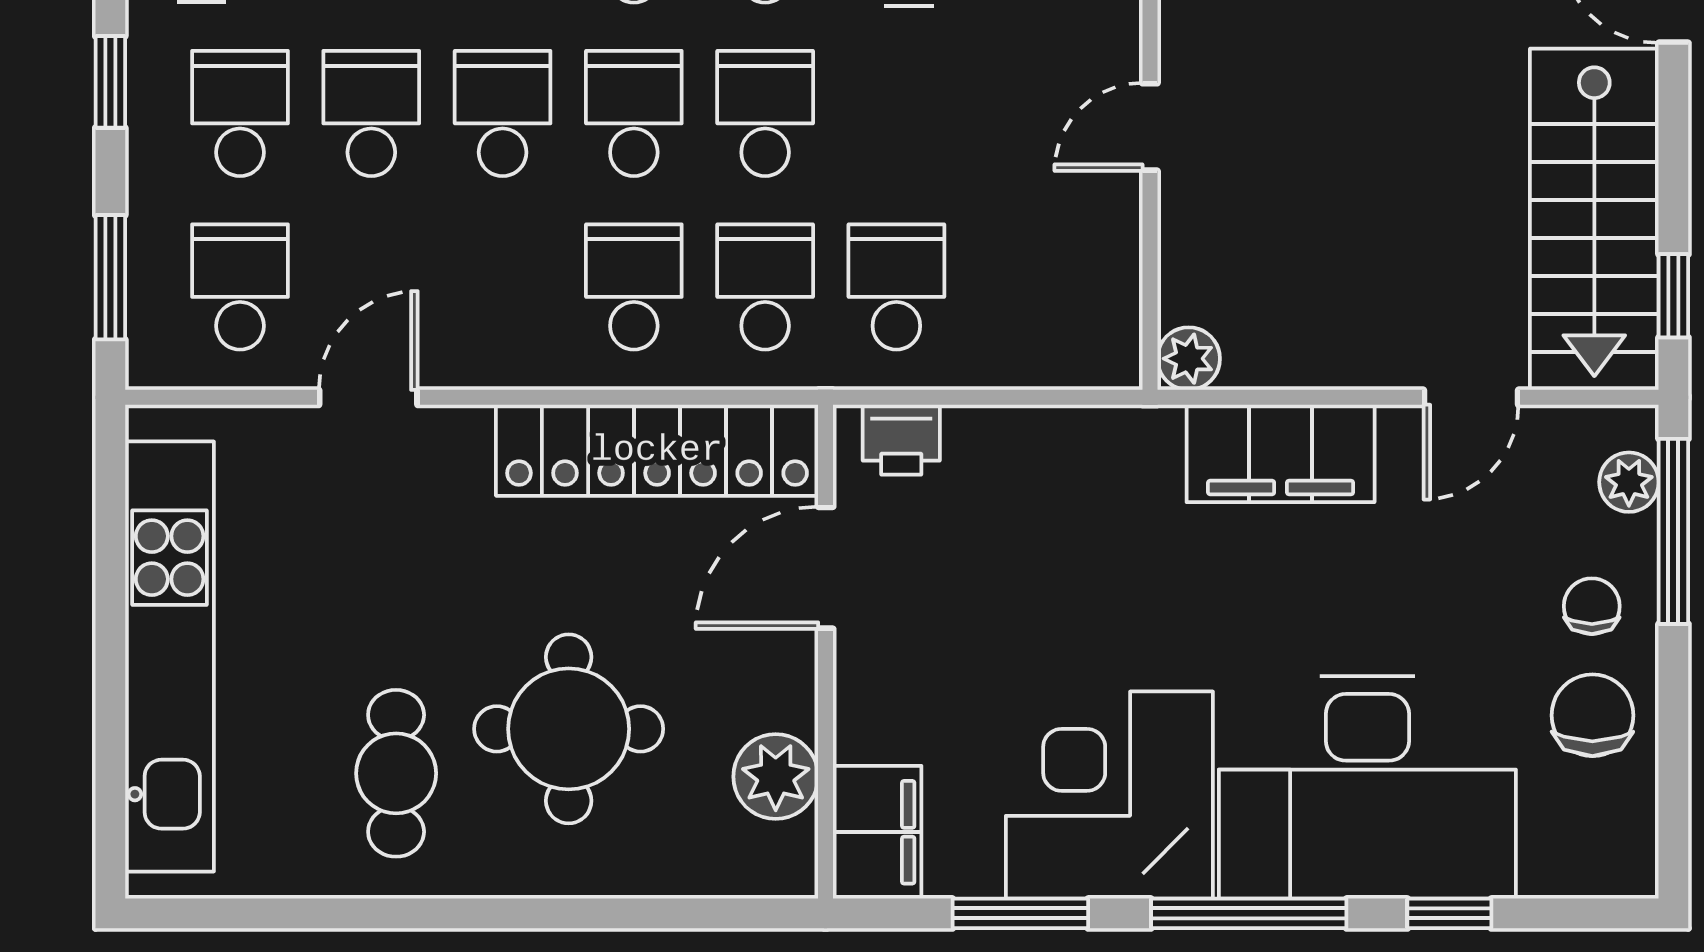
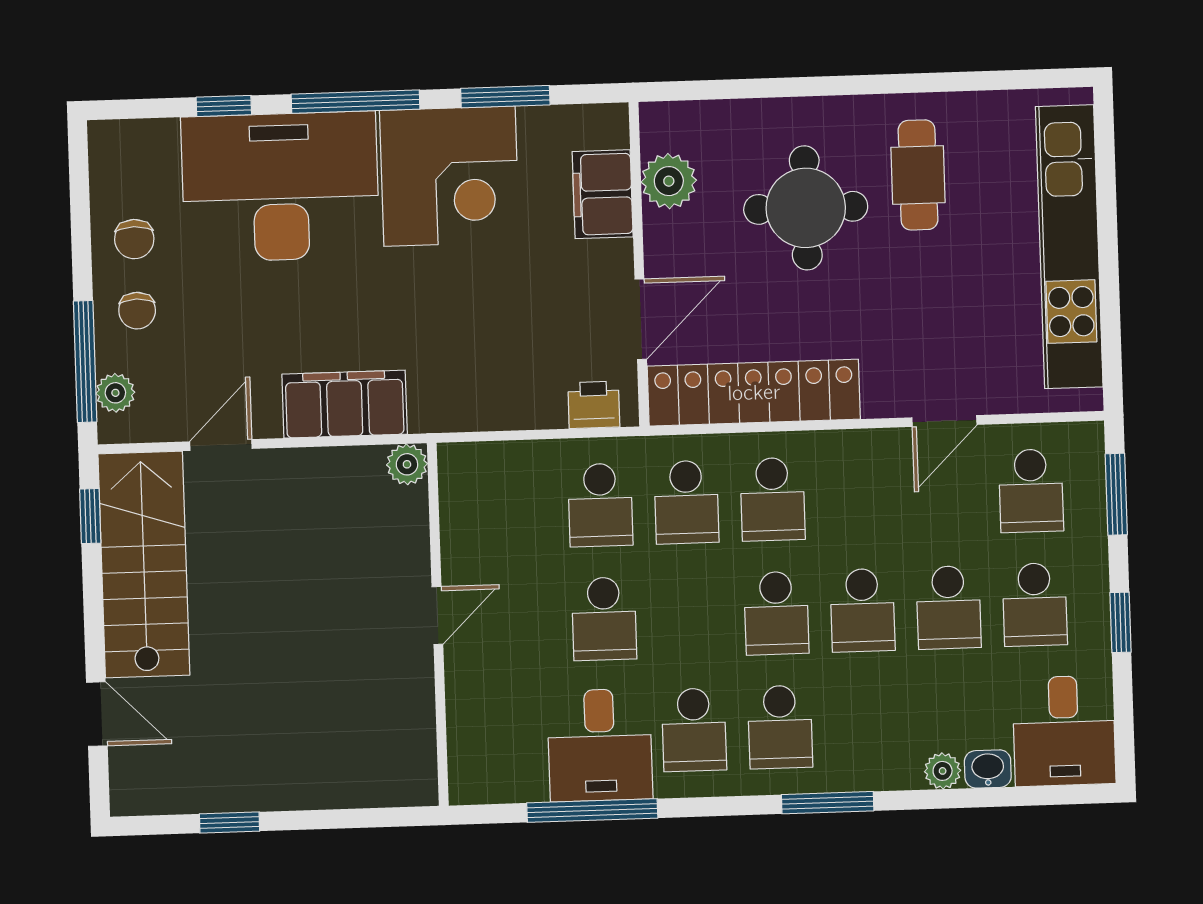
school desk: (765, 113) -> (604, 619), moved
chair: (1592, 715) -> (134, 239), width x0.73, depth x0.73
filing cabinet: (877, 832) -> (603, 194), moved

